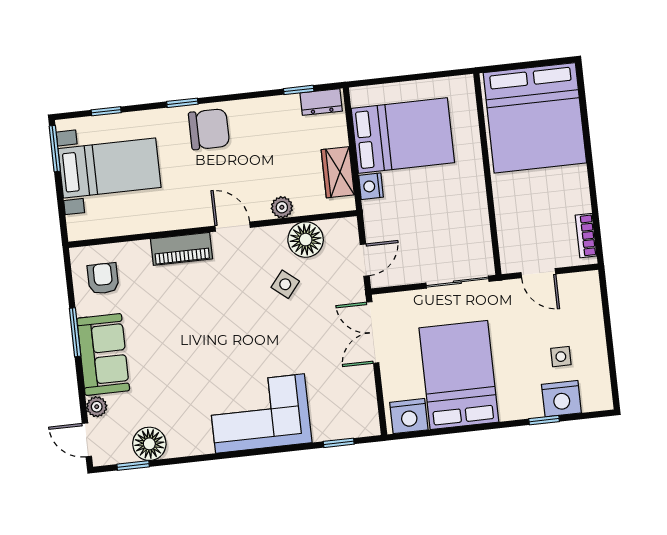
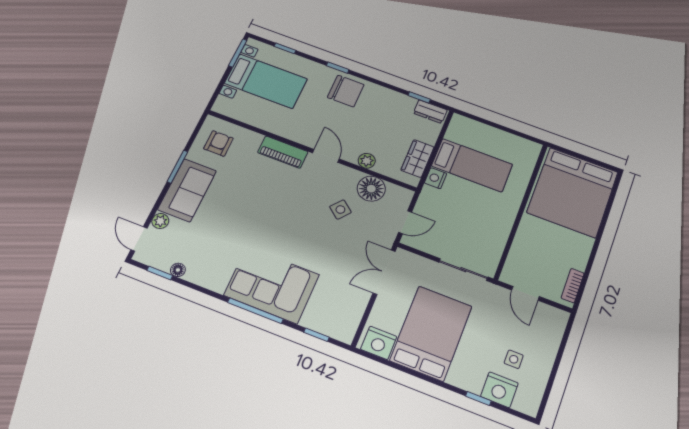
bed: (403, 135) -> (472, 165), width x0.67
floor lamp: (149, 444) -> (178, 270), width x0.53, depth x0.53
window: (259, 452) -> (255, 311), added

